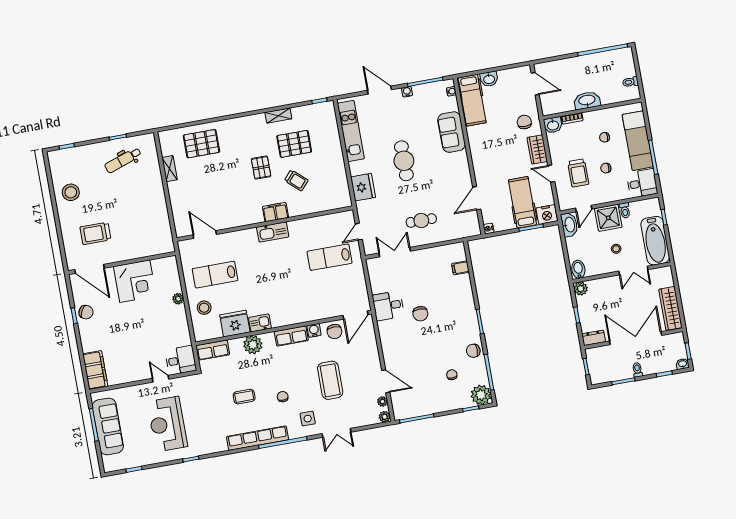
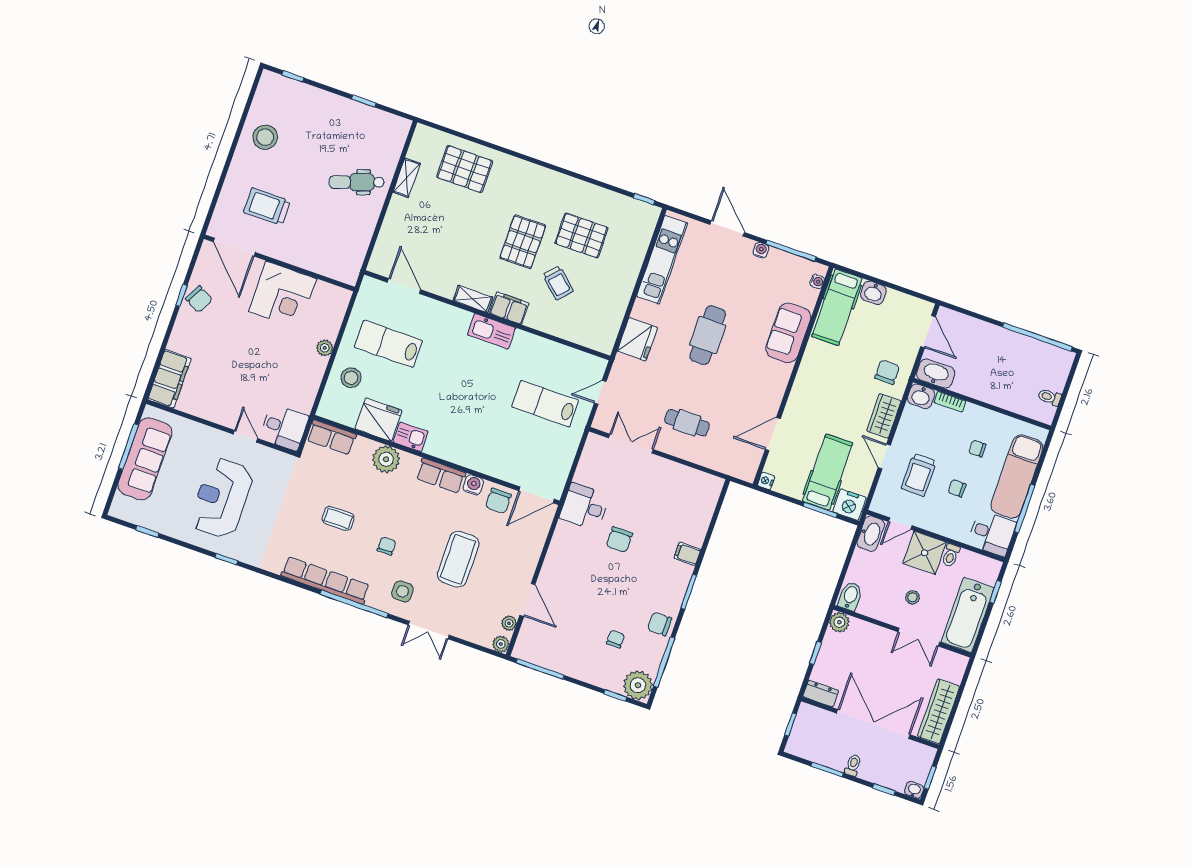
washbasin: (587, 100) -> (936, 374), moved
shelving: (278, 116) -> (473, 299), moved
dental chair: (123, 160) -> (357, 182), moved
pallet: (261, 168) -> (523, 242), width x1.50, depth x1.42
filing cabinet: (460, 268) -> (687, 554), moved

